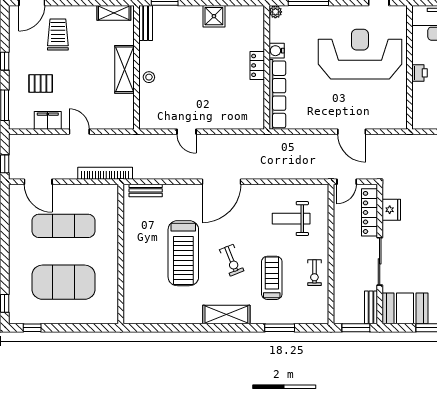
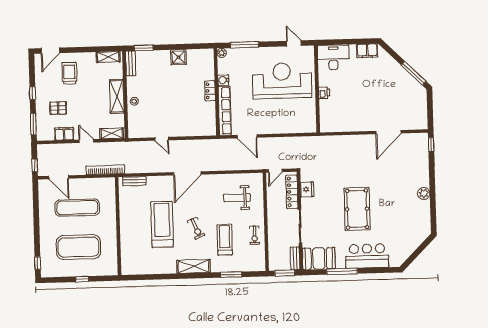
shelving: (116, 122) -> (112, 133), added
door: (352, 132) -> (247, 136), moved
treadmill: (183, 253) -> (162, 224), turned 180
window: (32, 328) -> (82, 279), moved

